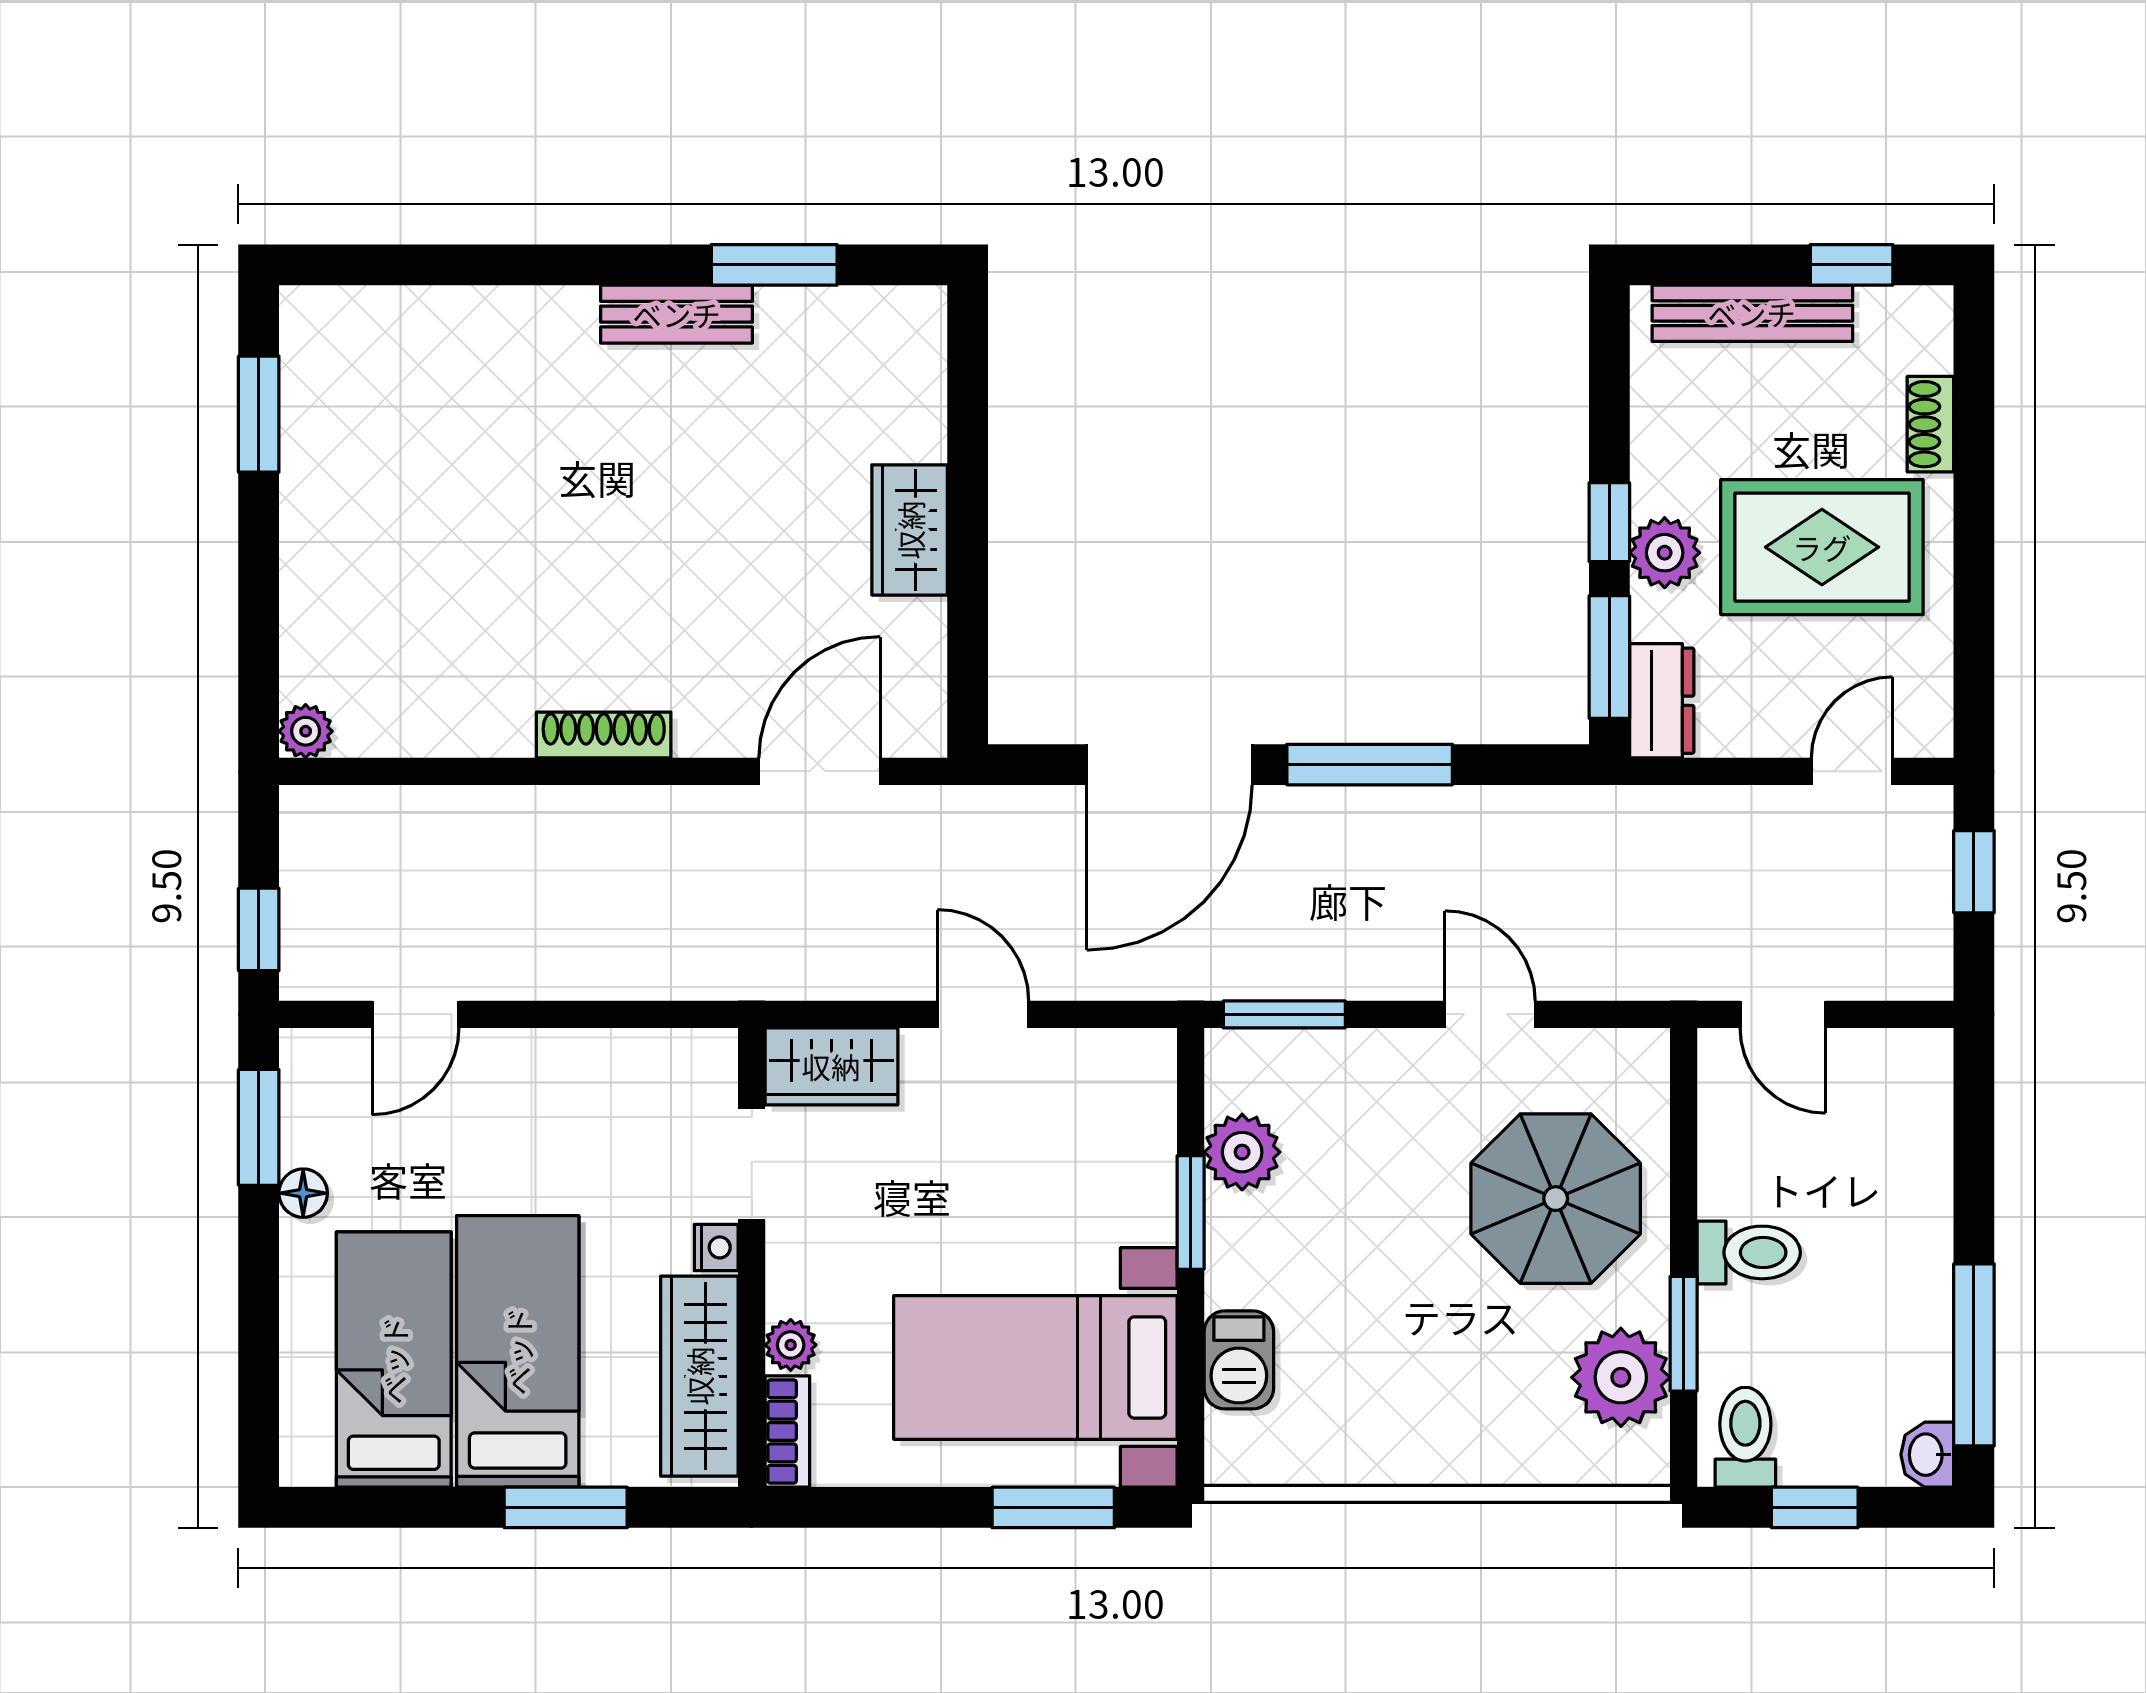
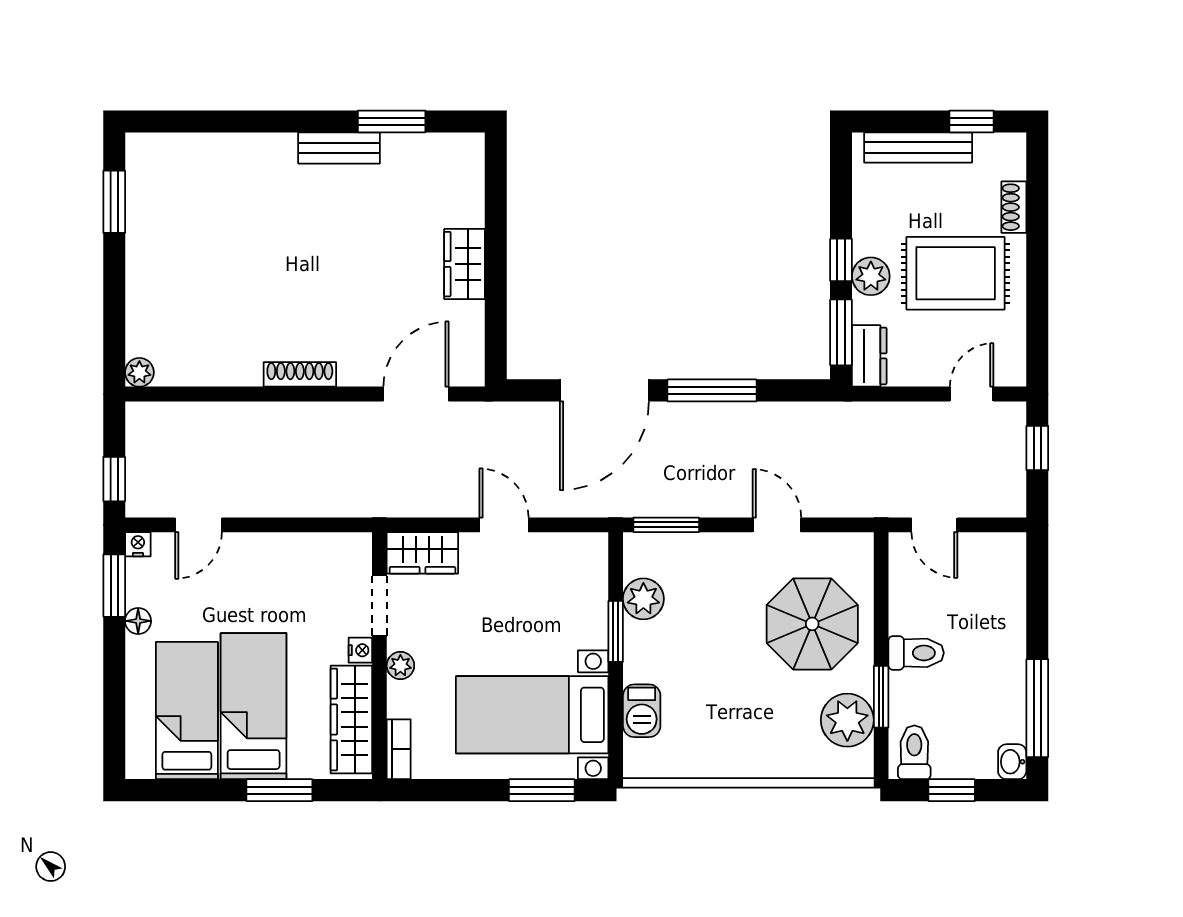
nightstand: (303, 1050) -> (138, 544), added
plant: (791, 1345) -> (400, 666), moved

